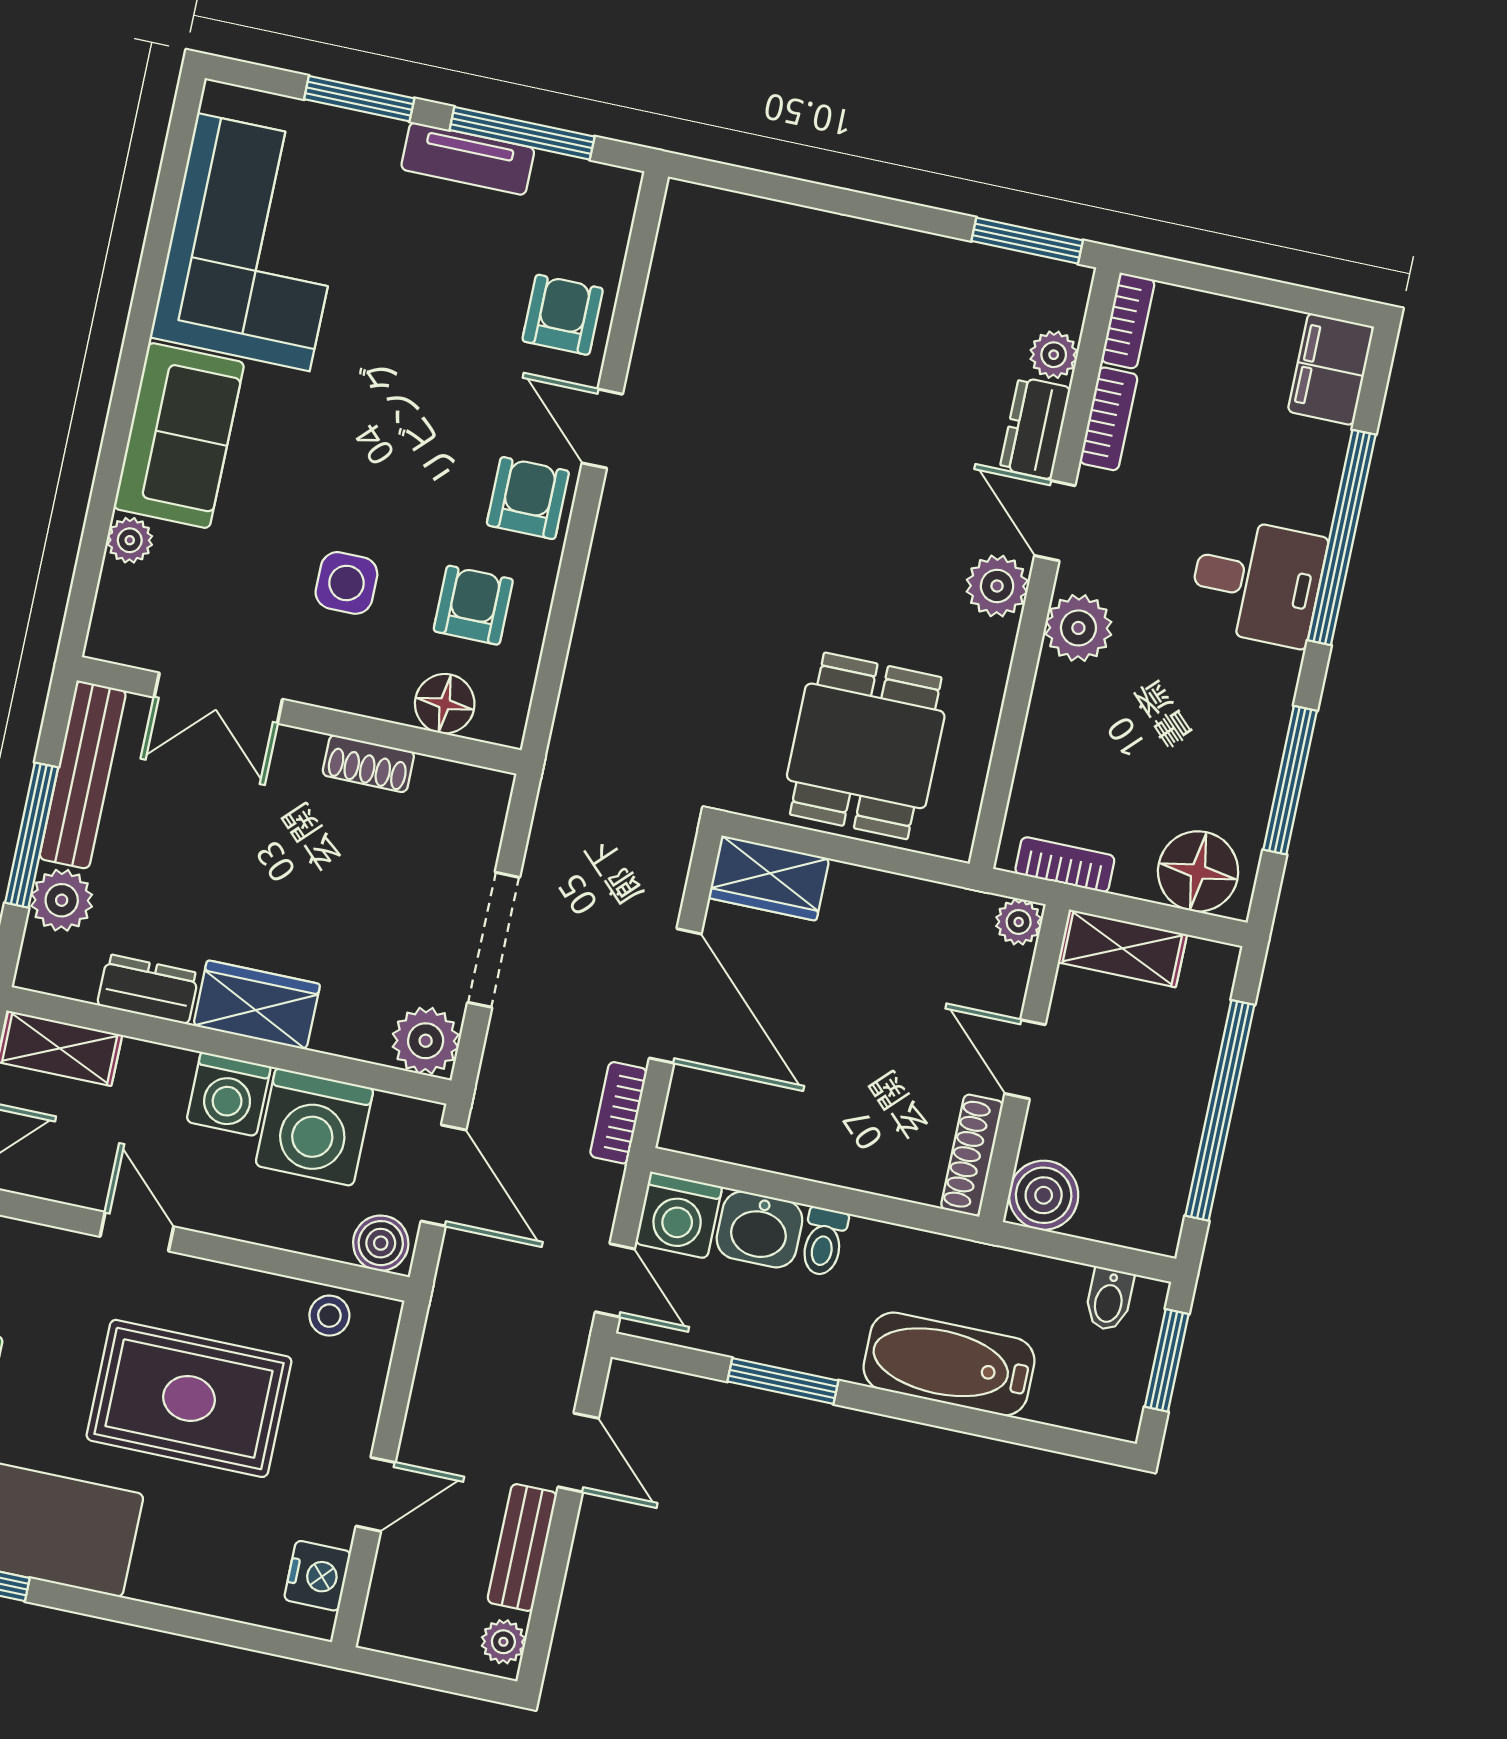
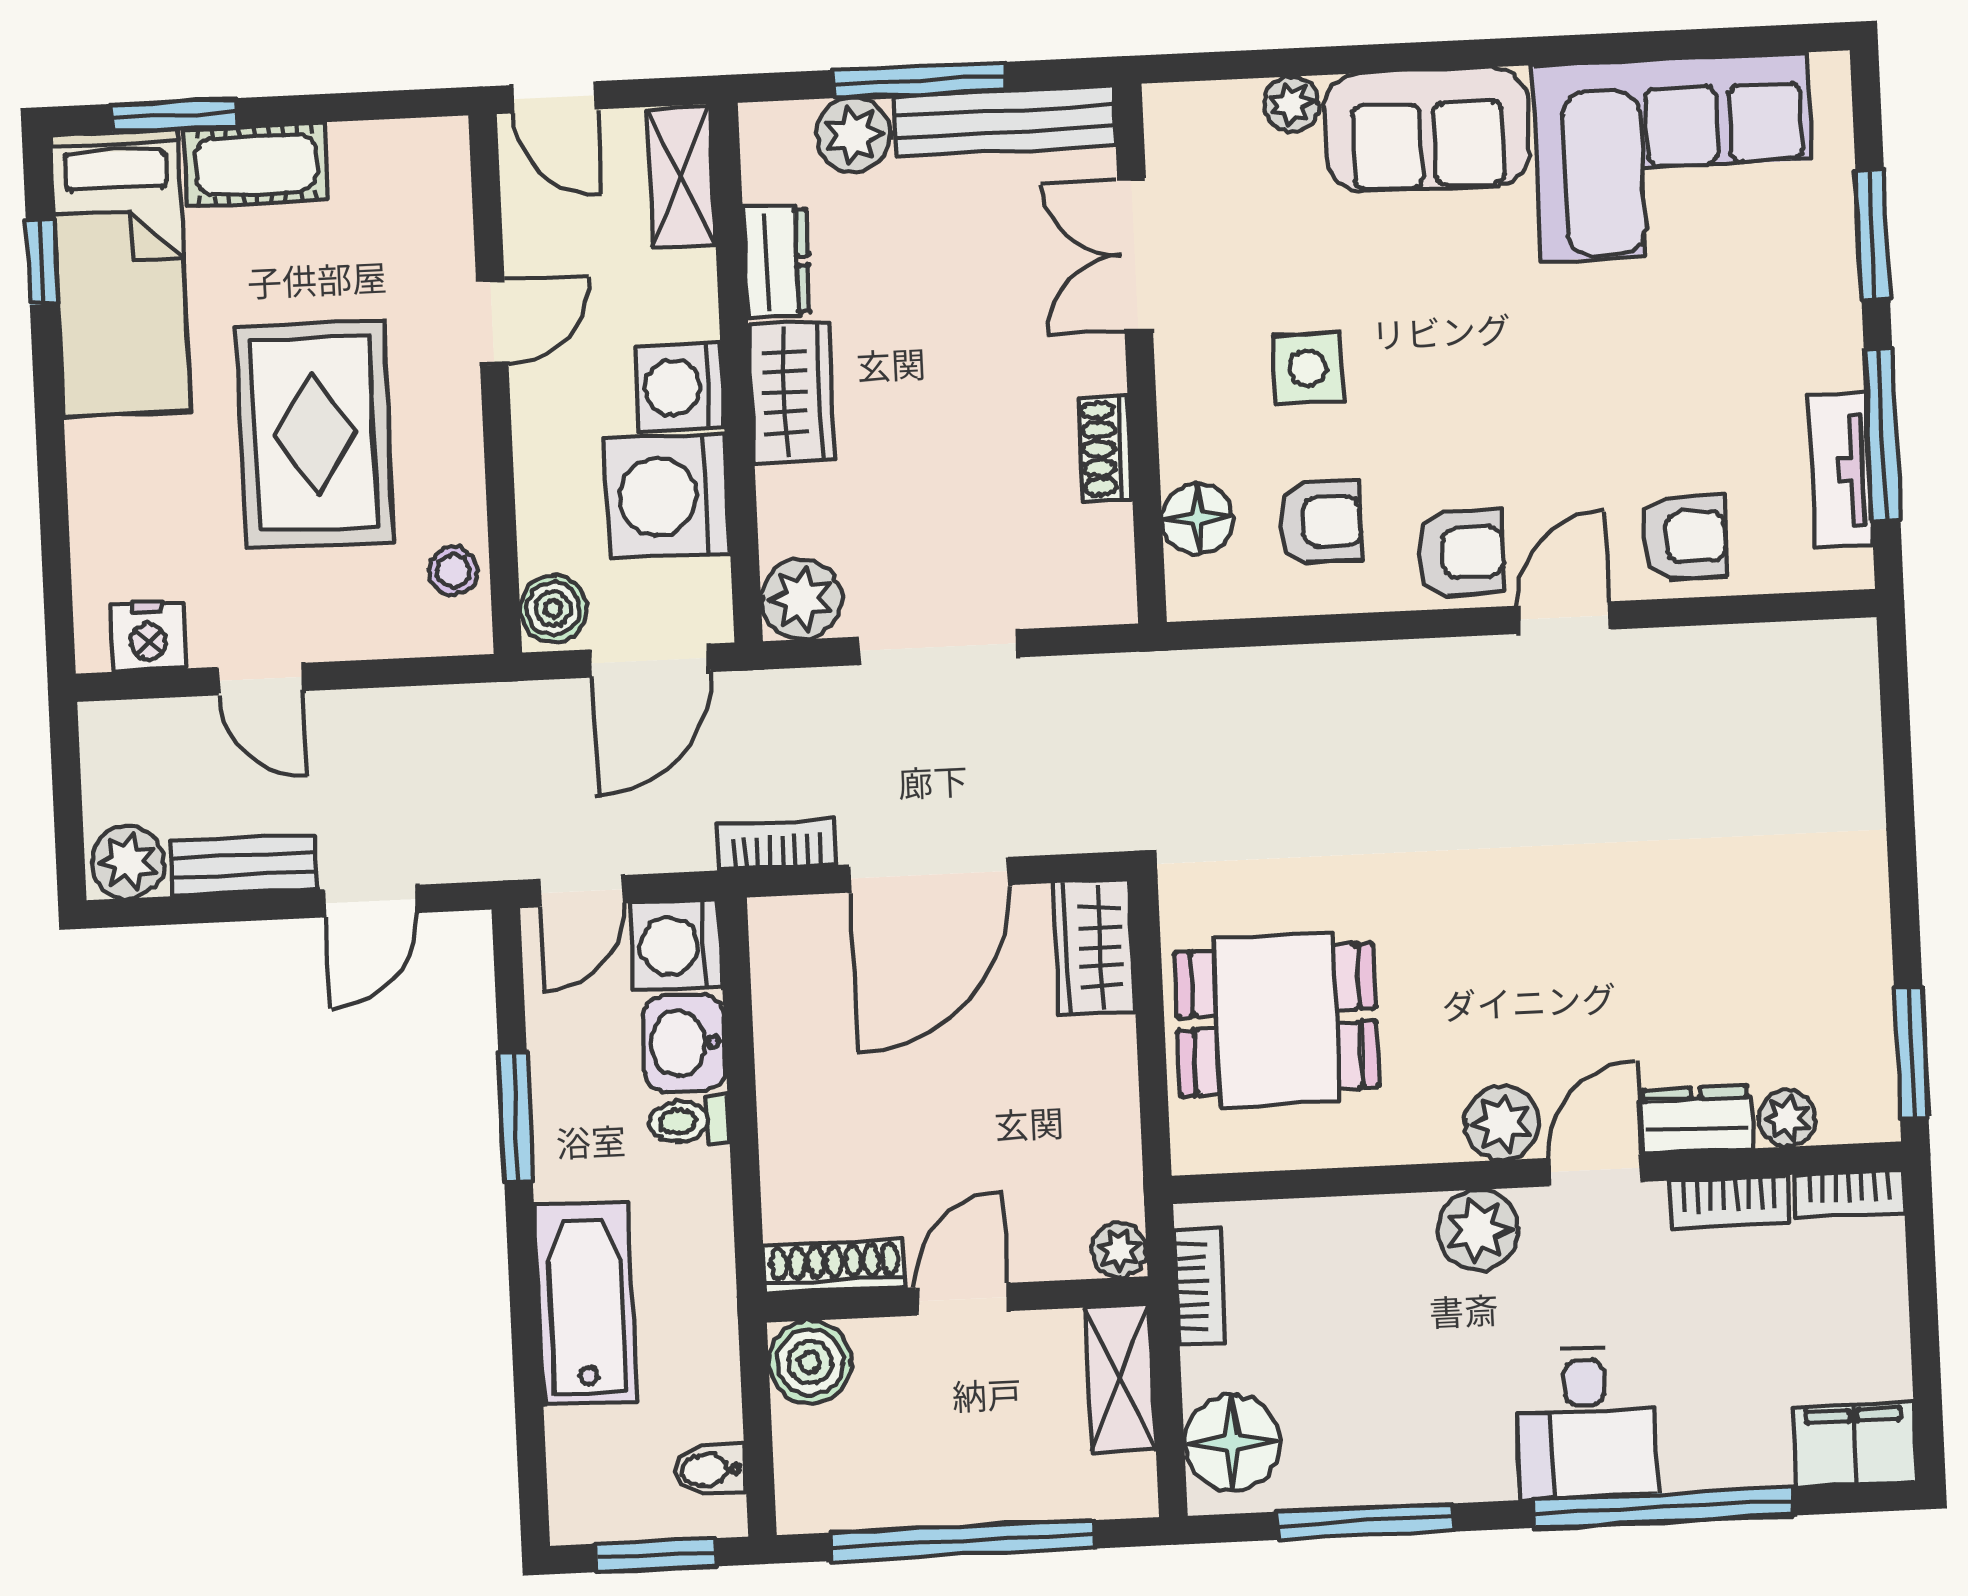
tv unit: (468, 159) -> (1840, 470), moved
plant: (503, 1642) -> (128, 862), width x1.38, depth x1.38

